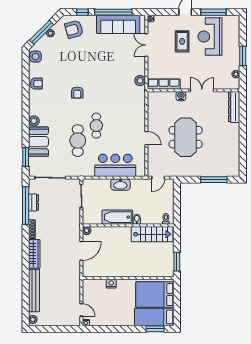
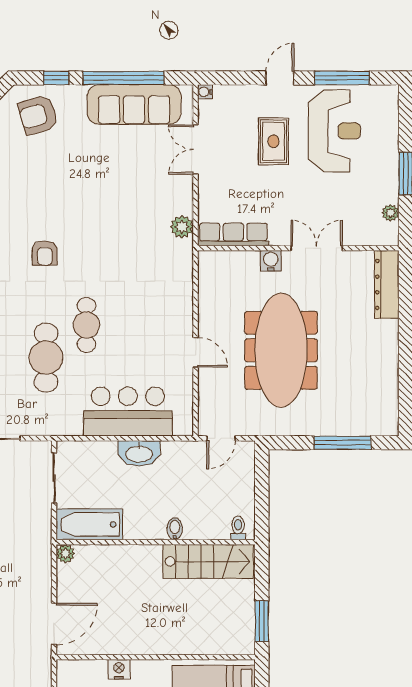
reception desk: (210, 37) -> (334, 131), turned 180
meeting table: (186, 137) -> (281, 350), width x1.36
bathtub: (117, 217) -> (89, 524), moved
door: (81, 251) -> (54, 624), moved

